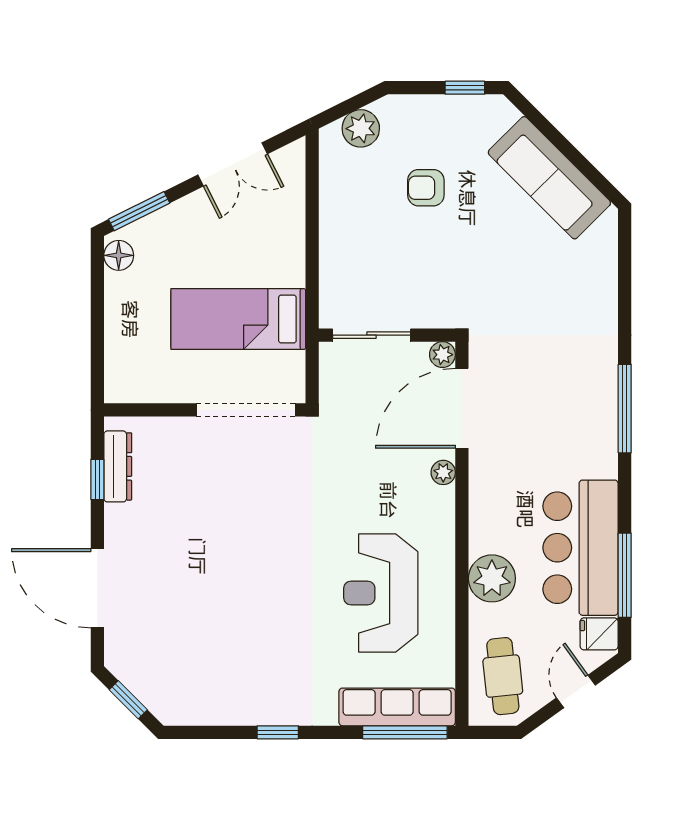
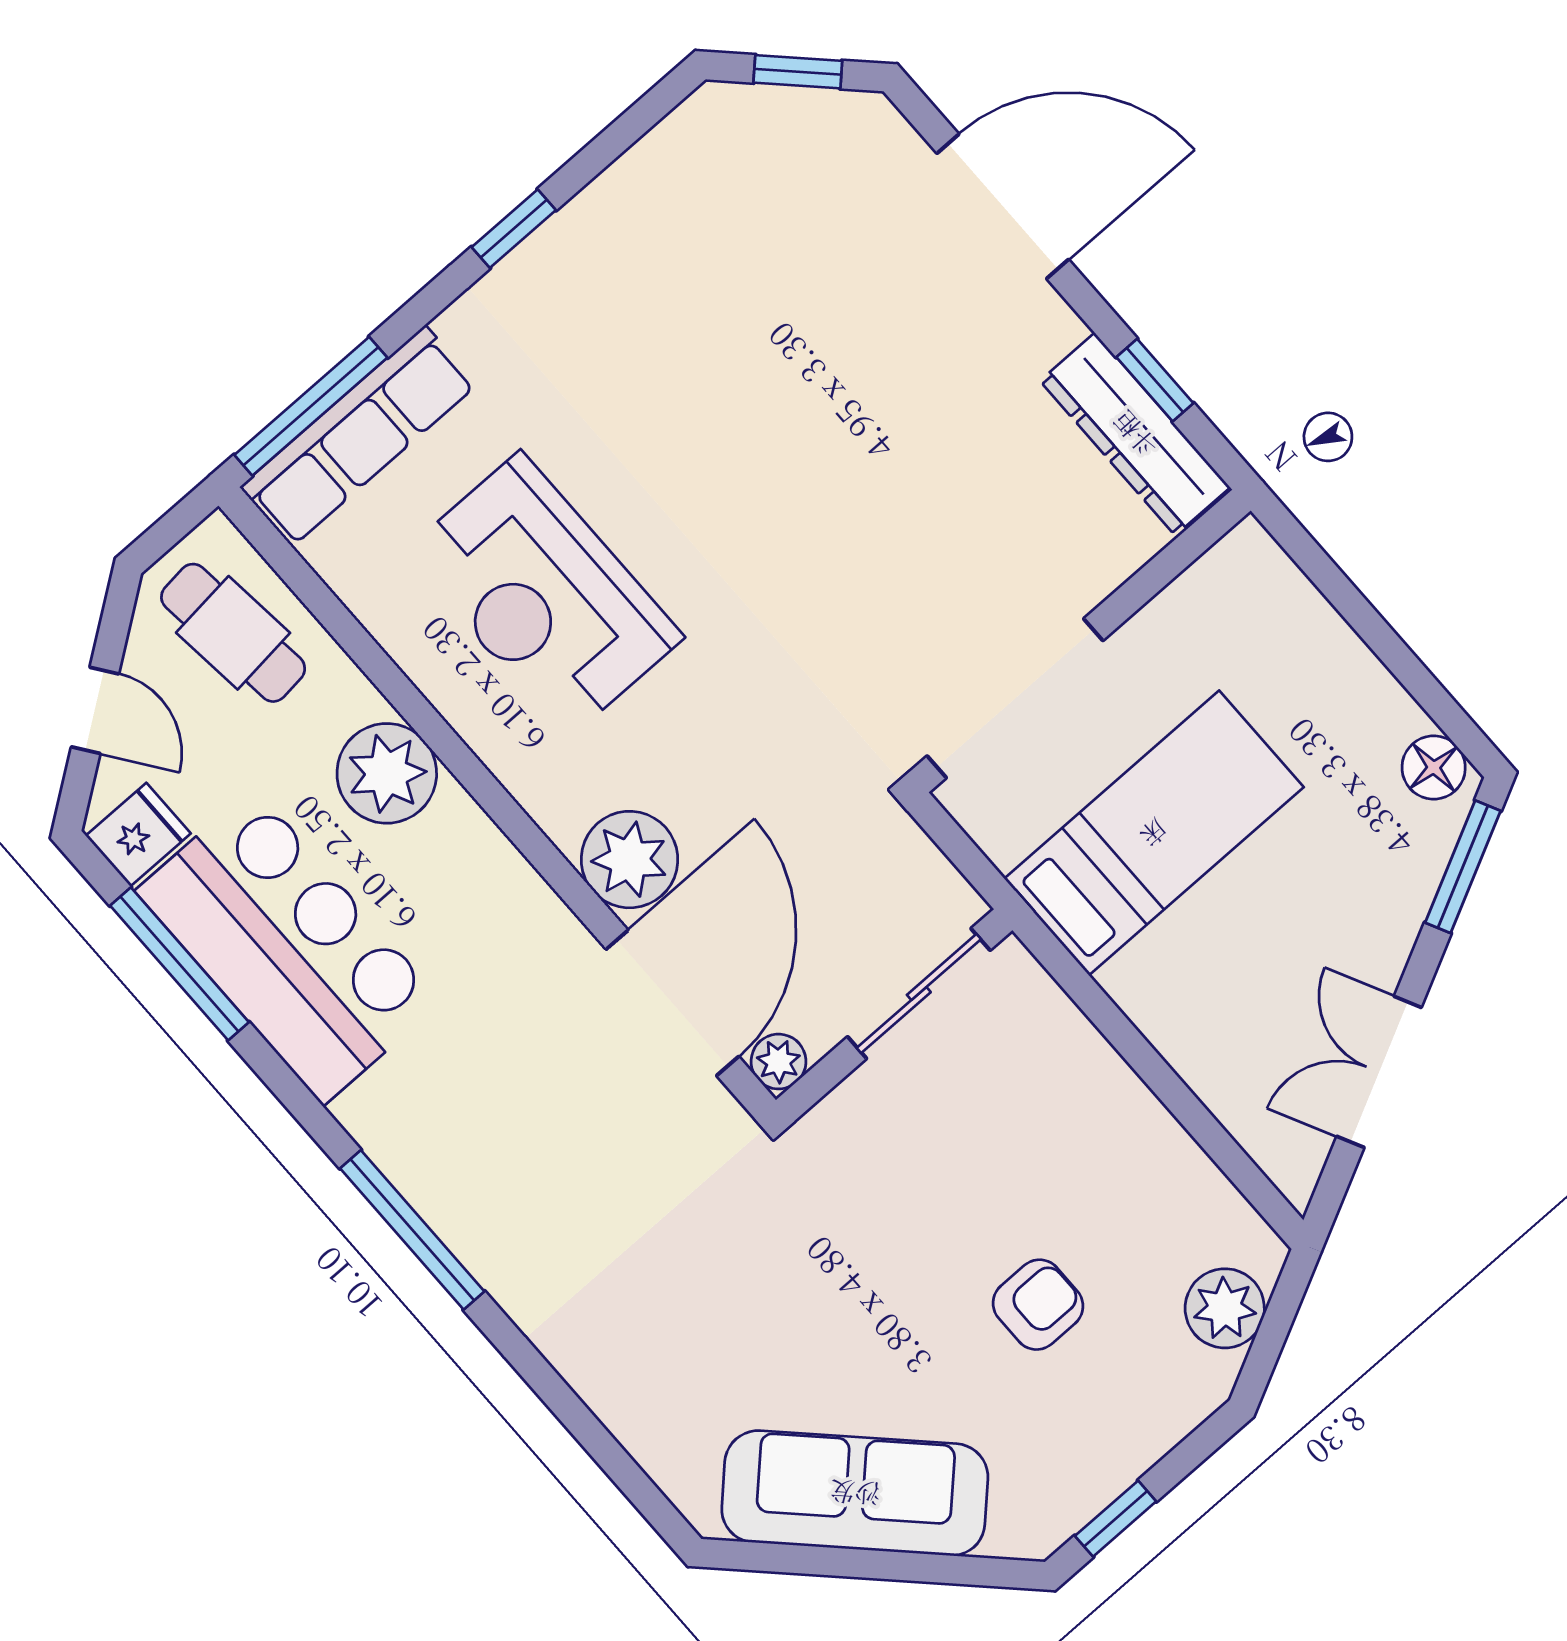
dresser: (118, 466) -> (1135, 434), width x1.37, depth x1.24
plant: (443, 472) -> (630, 860), width x1.87, depth x1.87
reception desk: (381, 593) -> (544, 595), turned 180

